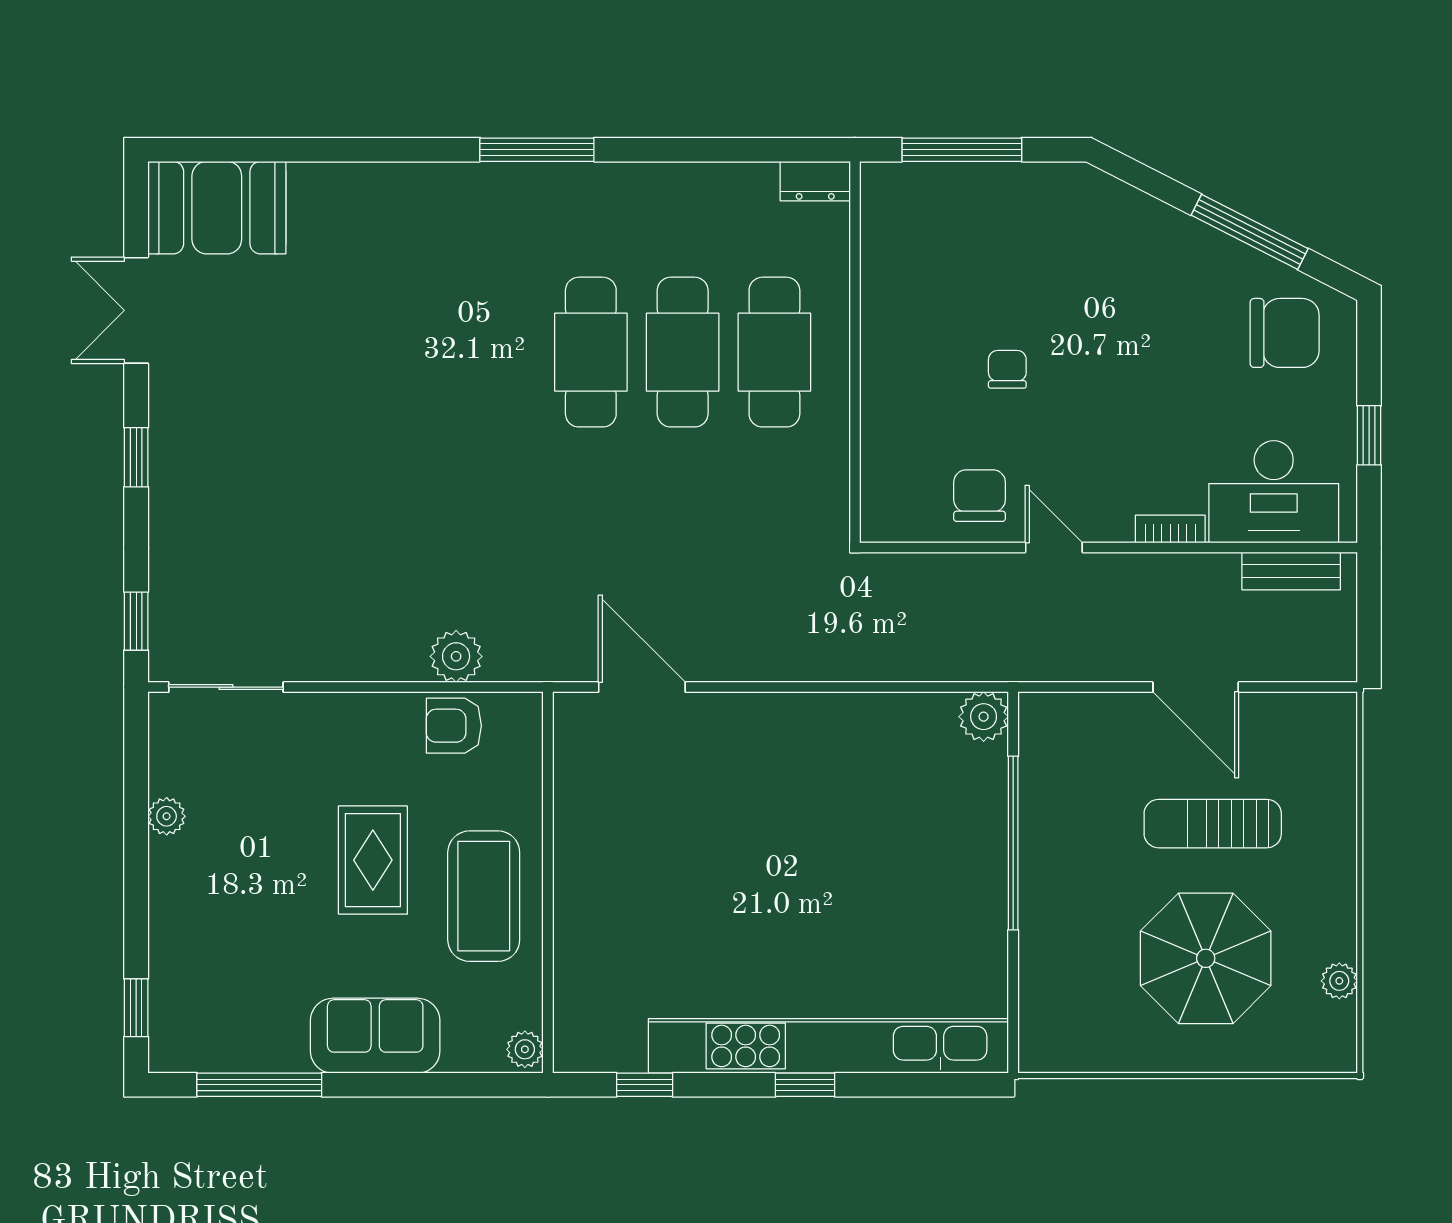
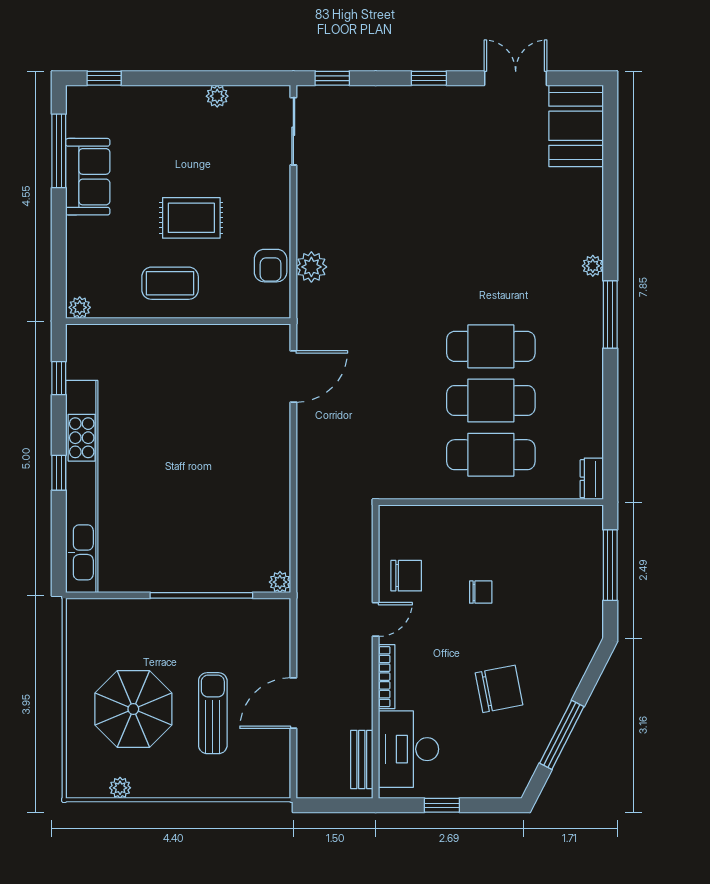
plant: (454, 179) -> (593, 266), added
chair: (1285, 333) -> (499, 689), moved, turned -101
bookcase: (1170, 529) -> (387, 677), width x1.56
plant: (984, 717) -> (280, 582), width x0.73, depth x0.73
armchair: (454, 726) -> (271, 266), turned 180
coffee table: (484, 896) -> (170, 283), width x0.73, depth x0.76
sofa: (375, 1036) -> (88, 177), moved

